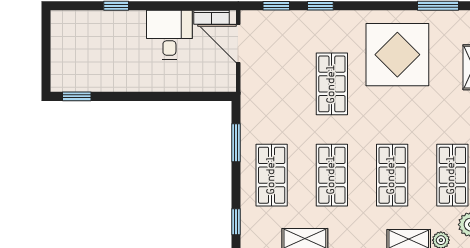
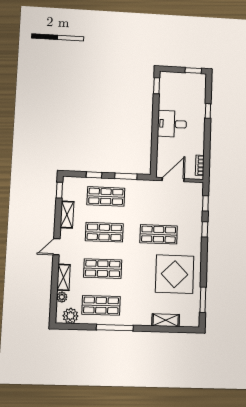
window: (46, 33) -> (193, 70), added
desk: (169, 35) -> (172, 124), moved, turned 180
door: (238, 44) -> (173, 180), moved
window: (236, 222) -> (94, 175), moved

